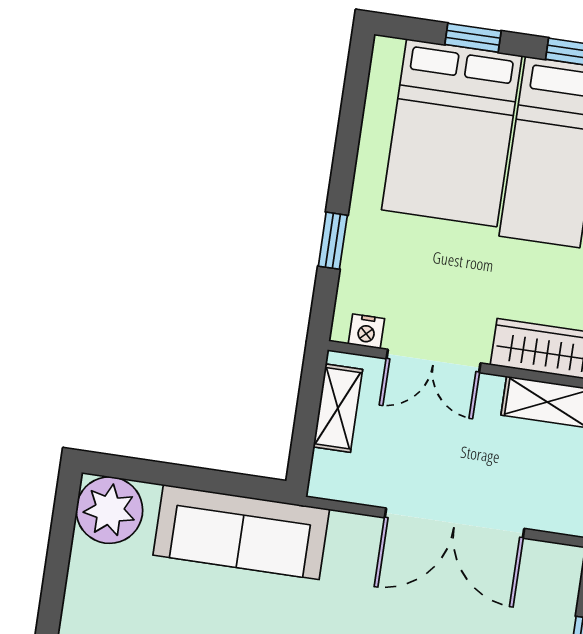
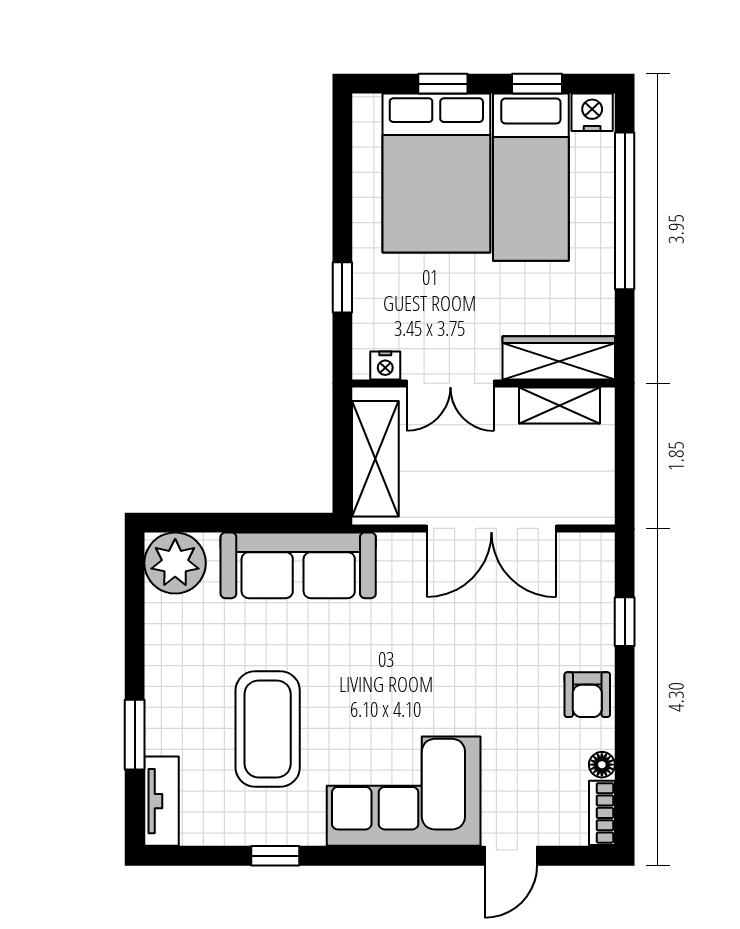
shelving: (338, 408) -> (375, 459), width x1.50, depth x1.33

